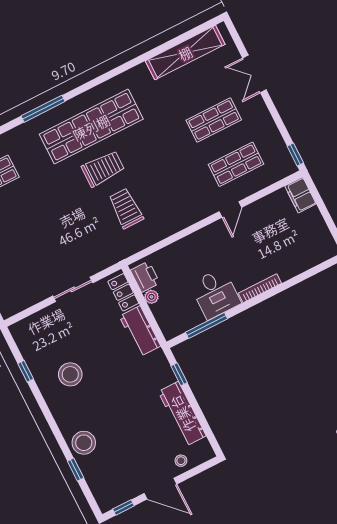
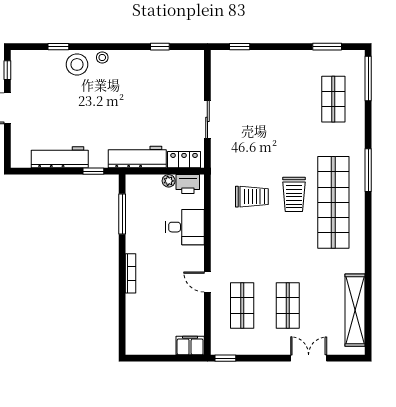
desk: (215, 294) -> (185, 227), moved, turned 180
workbench: (140, 331) -> (137, 157), width x1.38
stool: (70, 374) -> (102, 57), moved, width x0.53, depth x0.53
stool: (181, 461) -> (22, 137), removed

